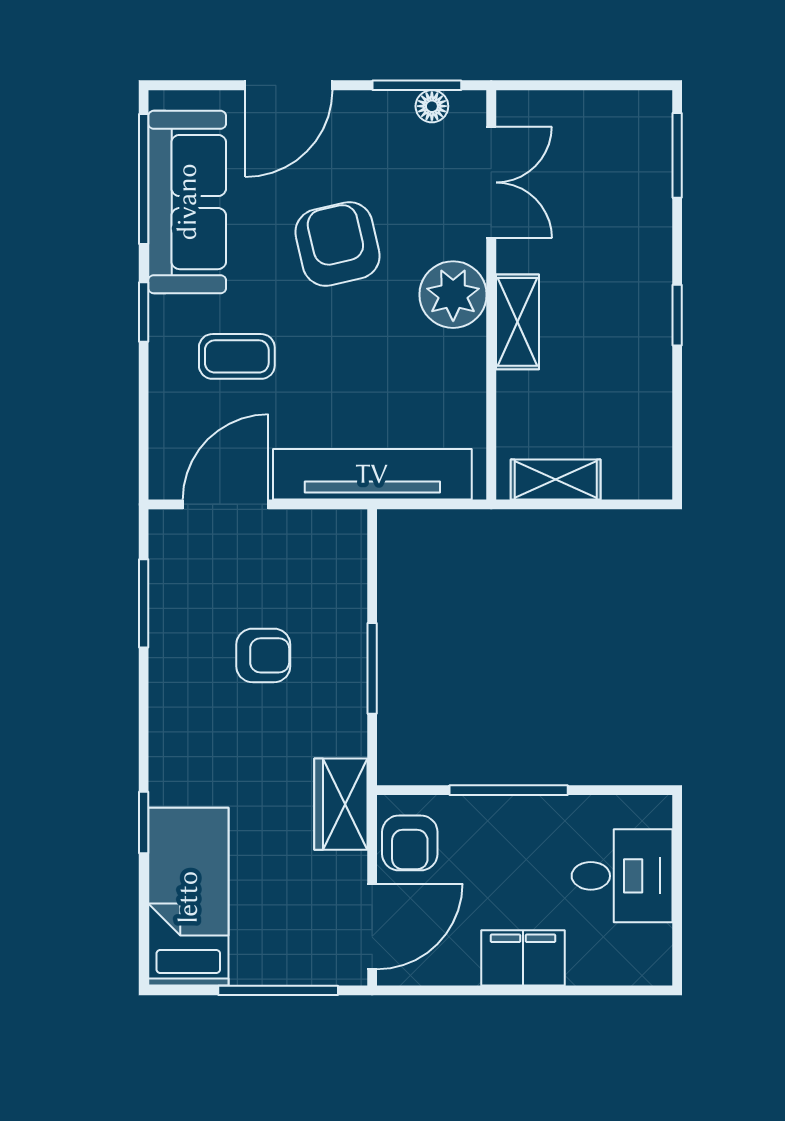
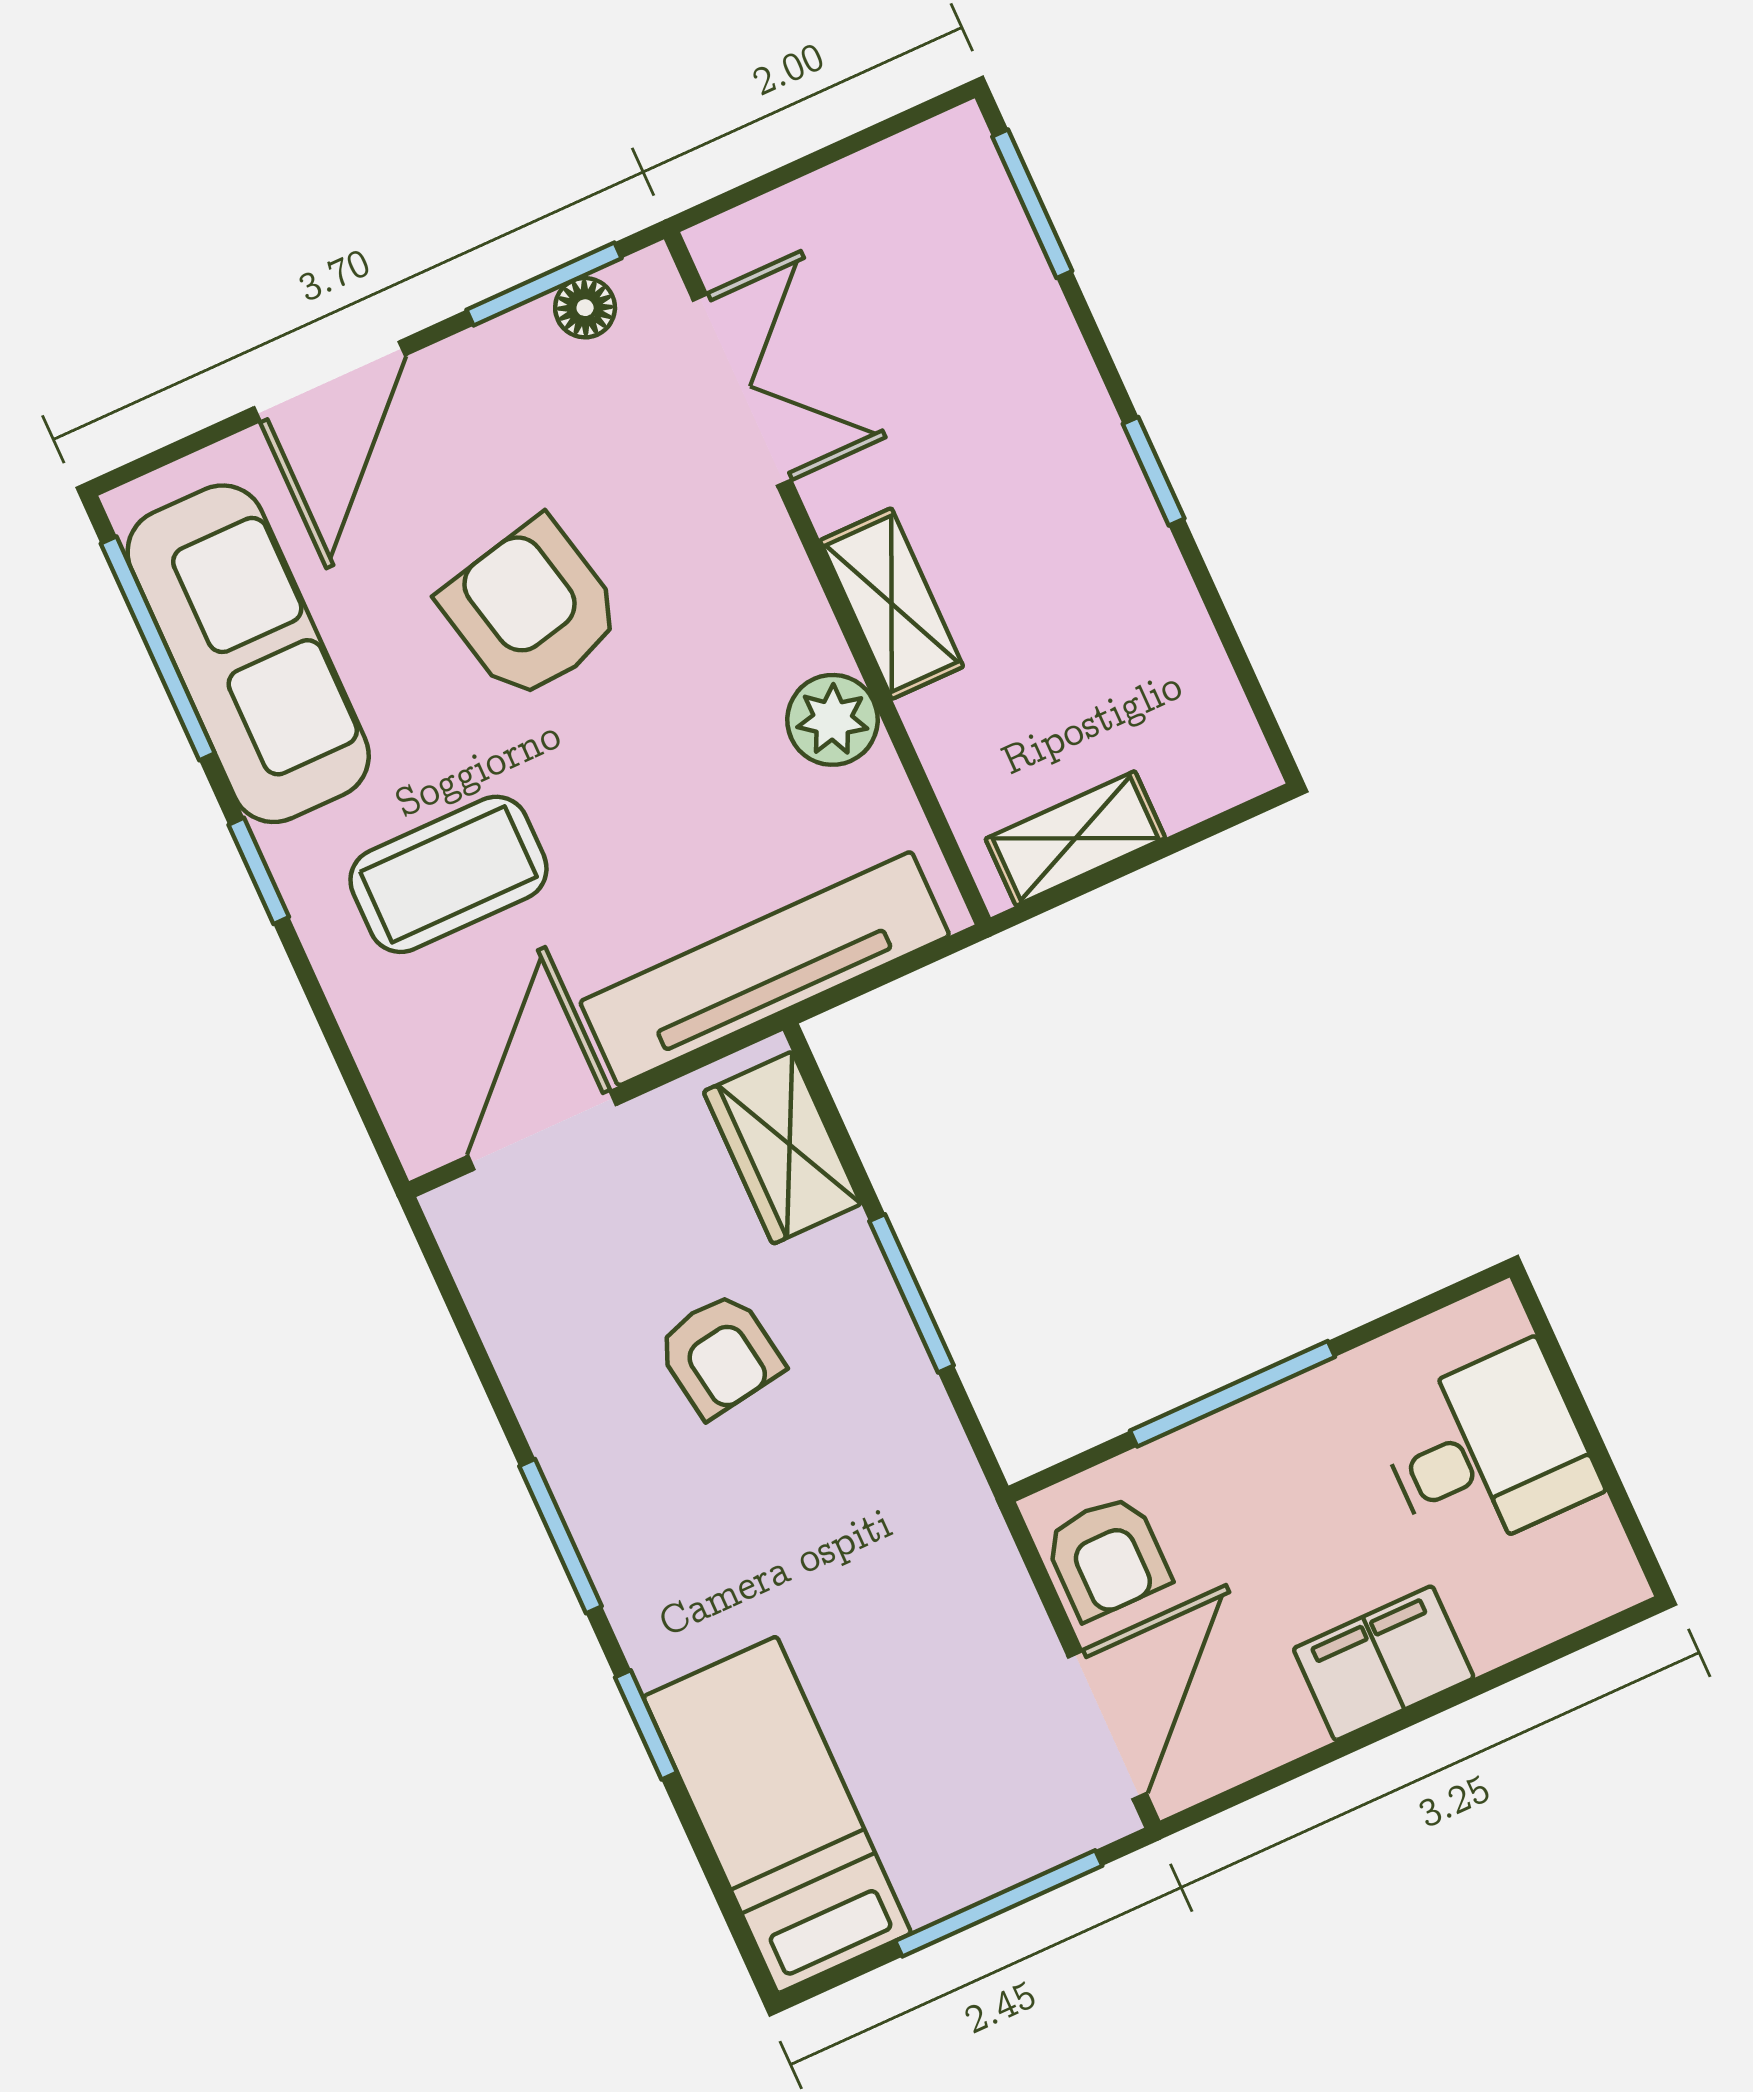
plant: (453, 295) -> (833, 720), moved, width x0.73, depth x0.73
coffee table: (237, 356) -> (448, 874), width x1.36, depth x1.30
window: (144, 603) -> (560, 1536), moved
armchair: (263, 655) -> (720, 1354), turned 81
wardrobe: (341, 804) -> (782, 1148), moved

